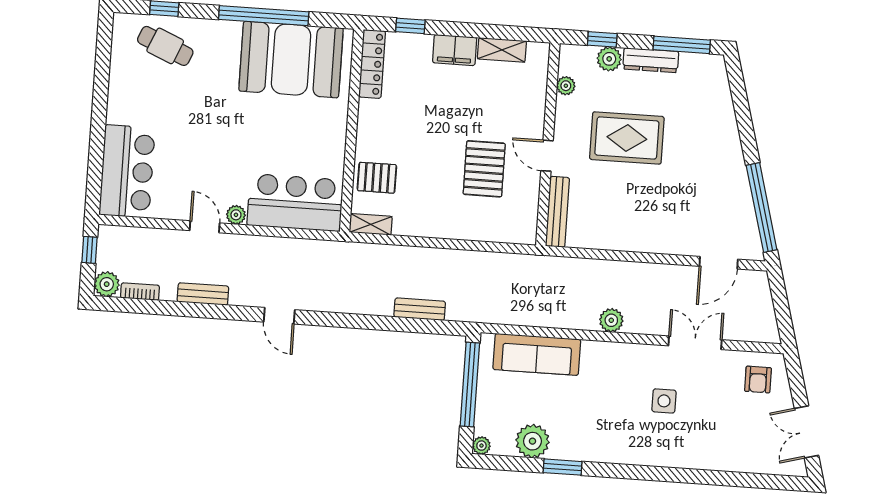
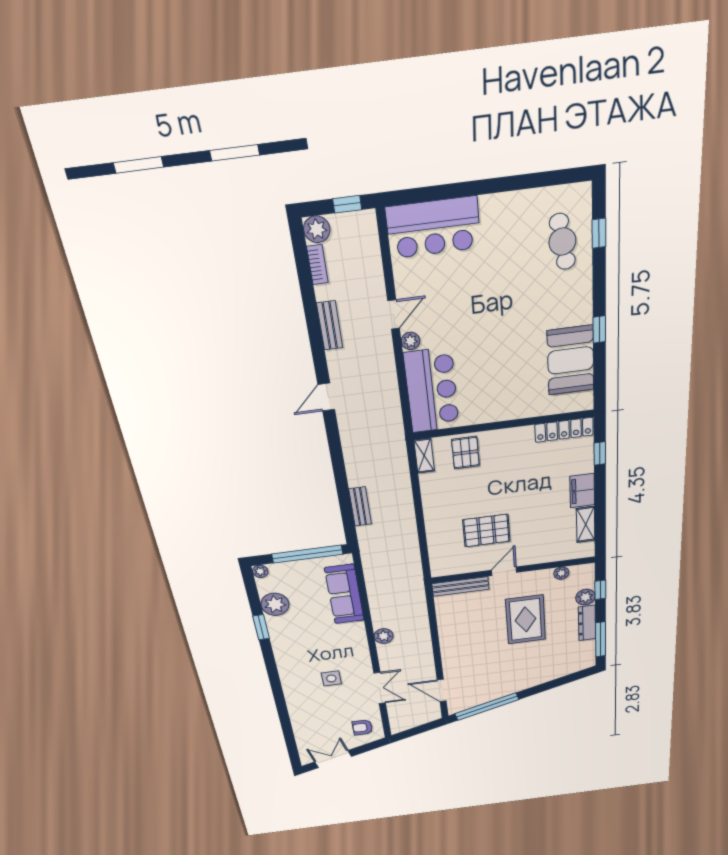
window: (264, 16) -> (599, 329), width x0.32
cafe table: (165, 46) -> (562, 242), turned -32
booth: (291, 60) -> (571, 360), width x0.73, depth x0.70

